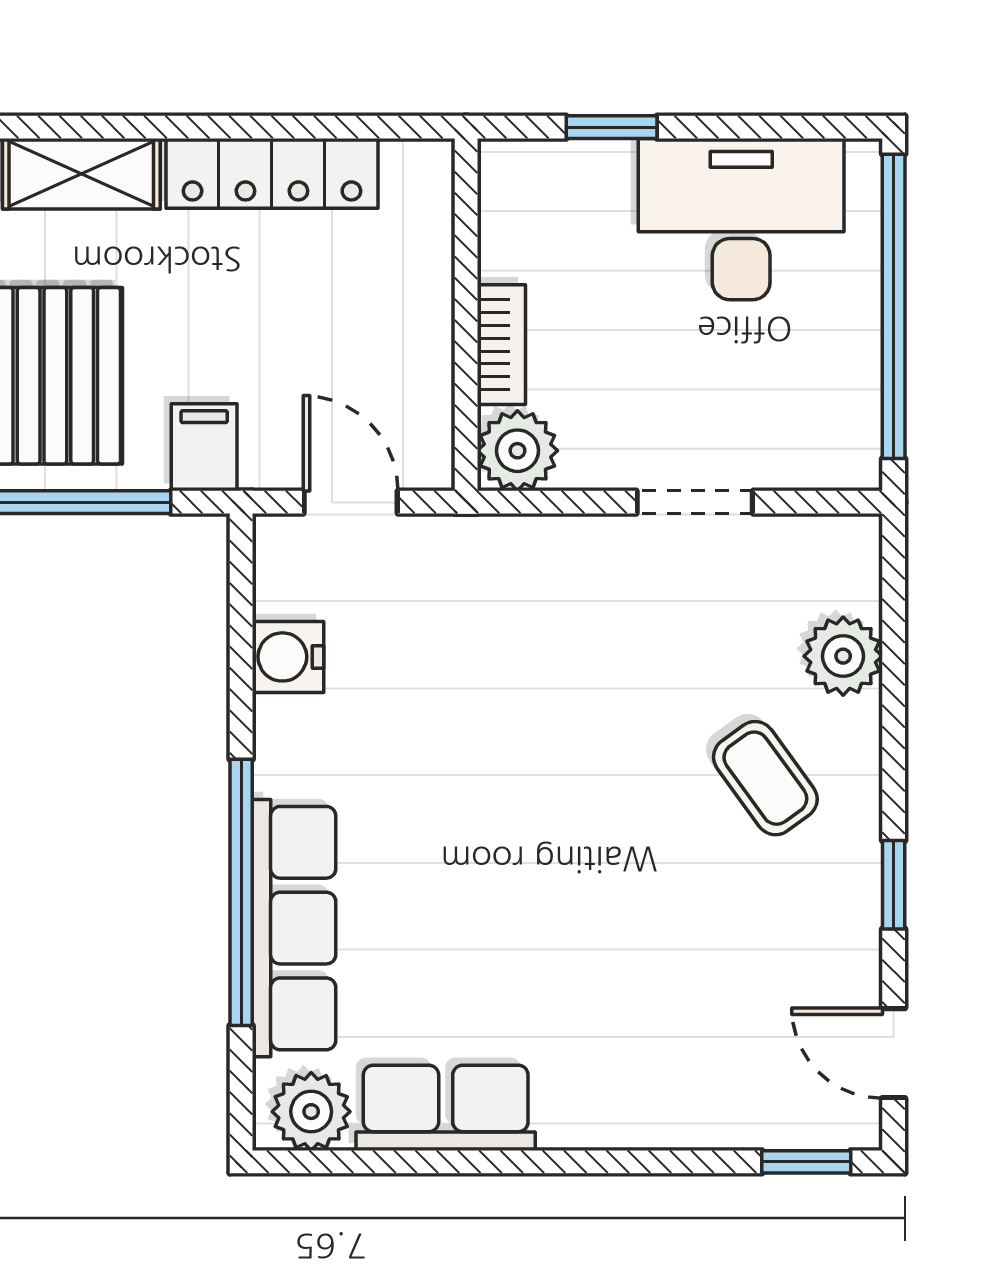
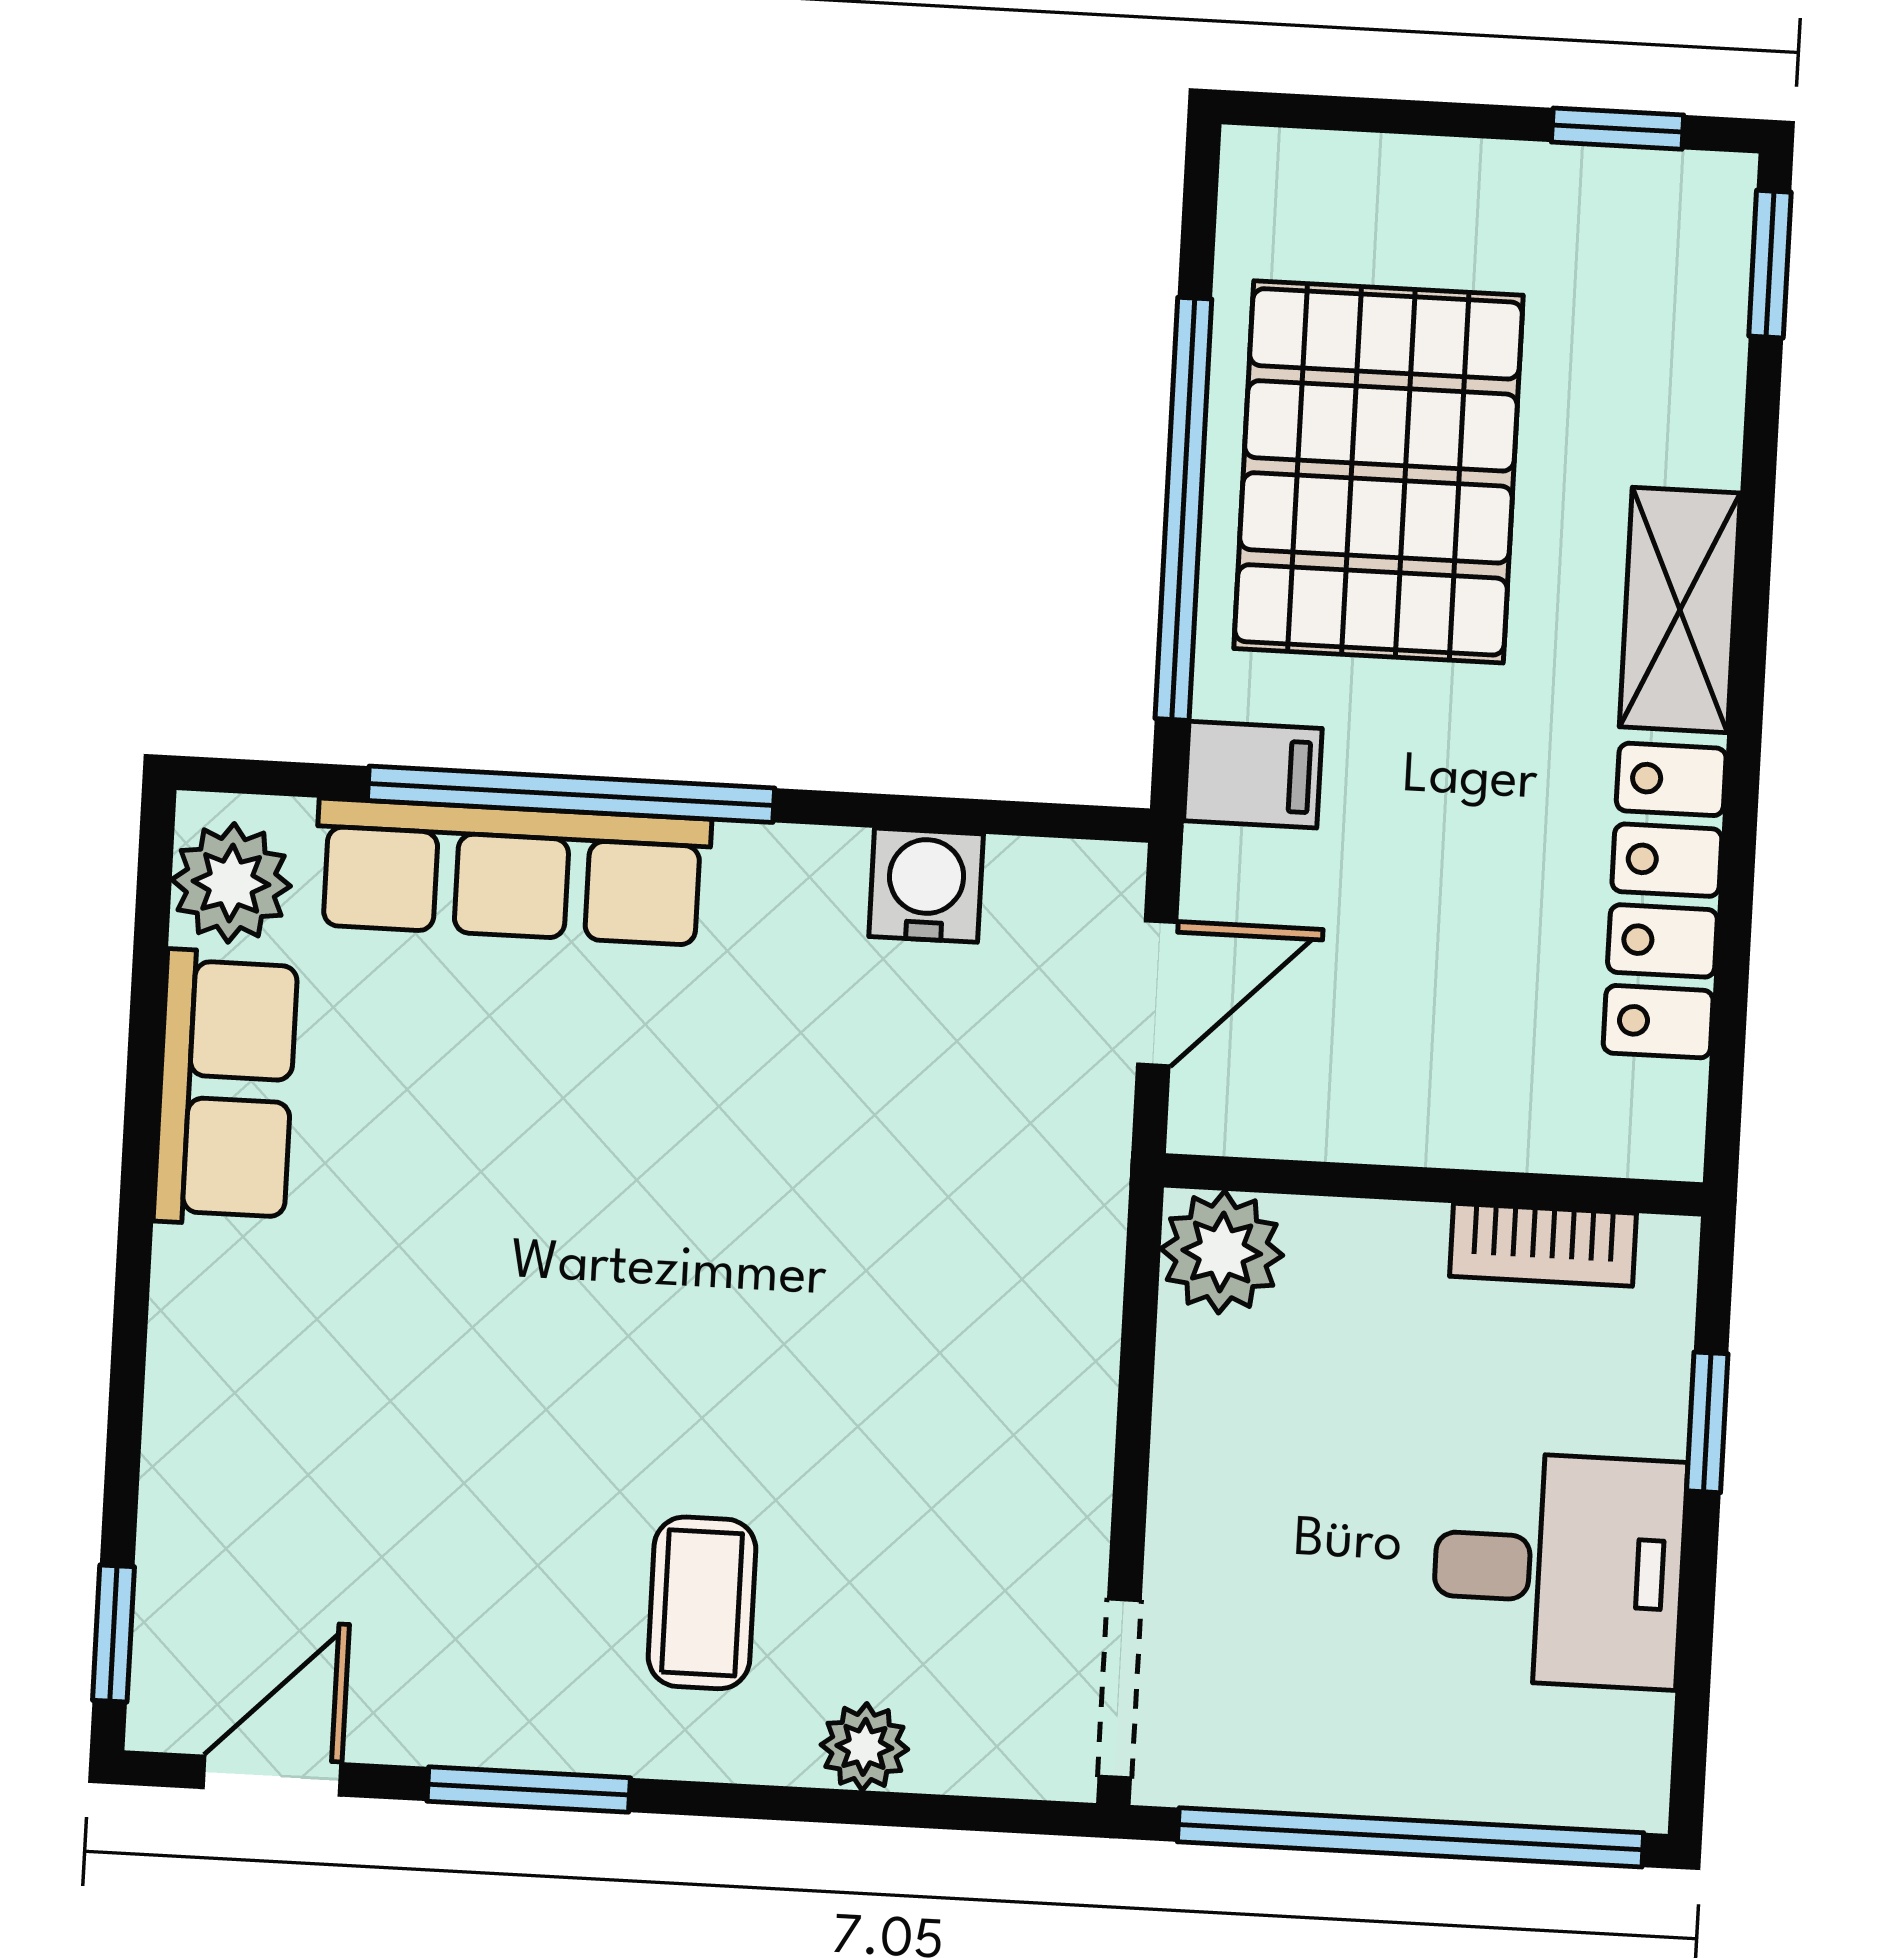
desk: (741, 219) -> (1559, 1570), width x0.73
bookcase: (501, 345) -> (1543, 1245), moved
doorway: (695, 502) -> (1120, 1688), moved
plant: (843, 656) -> (864, 1747), width x0.73, depth x0.73
coffee table: (765, 778) -> (702, 1603), turned -54
window: (894, 885) -> (529, 1790), width x1.50

